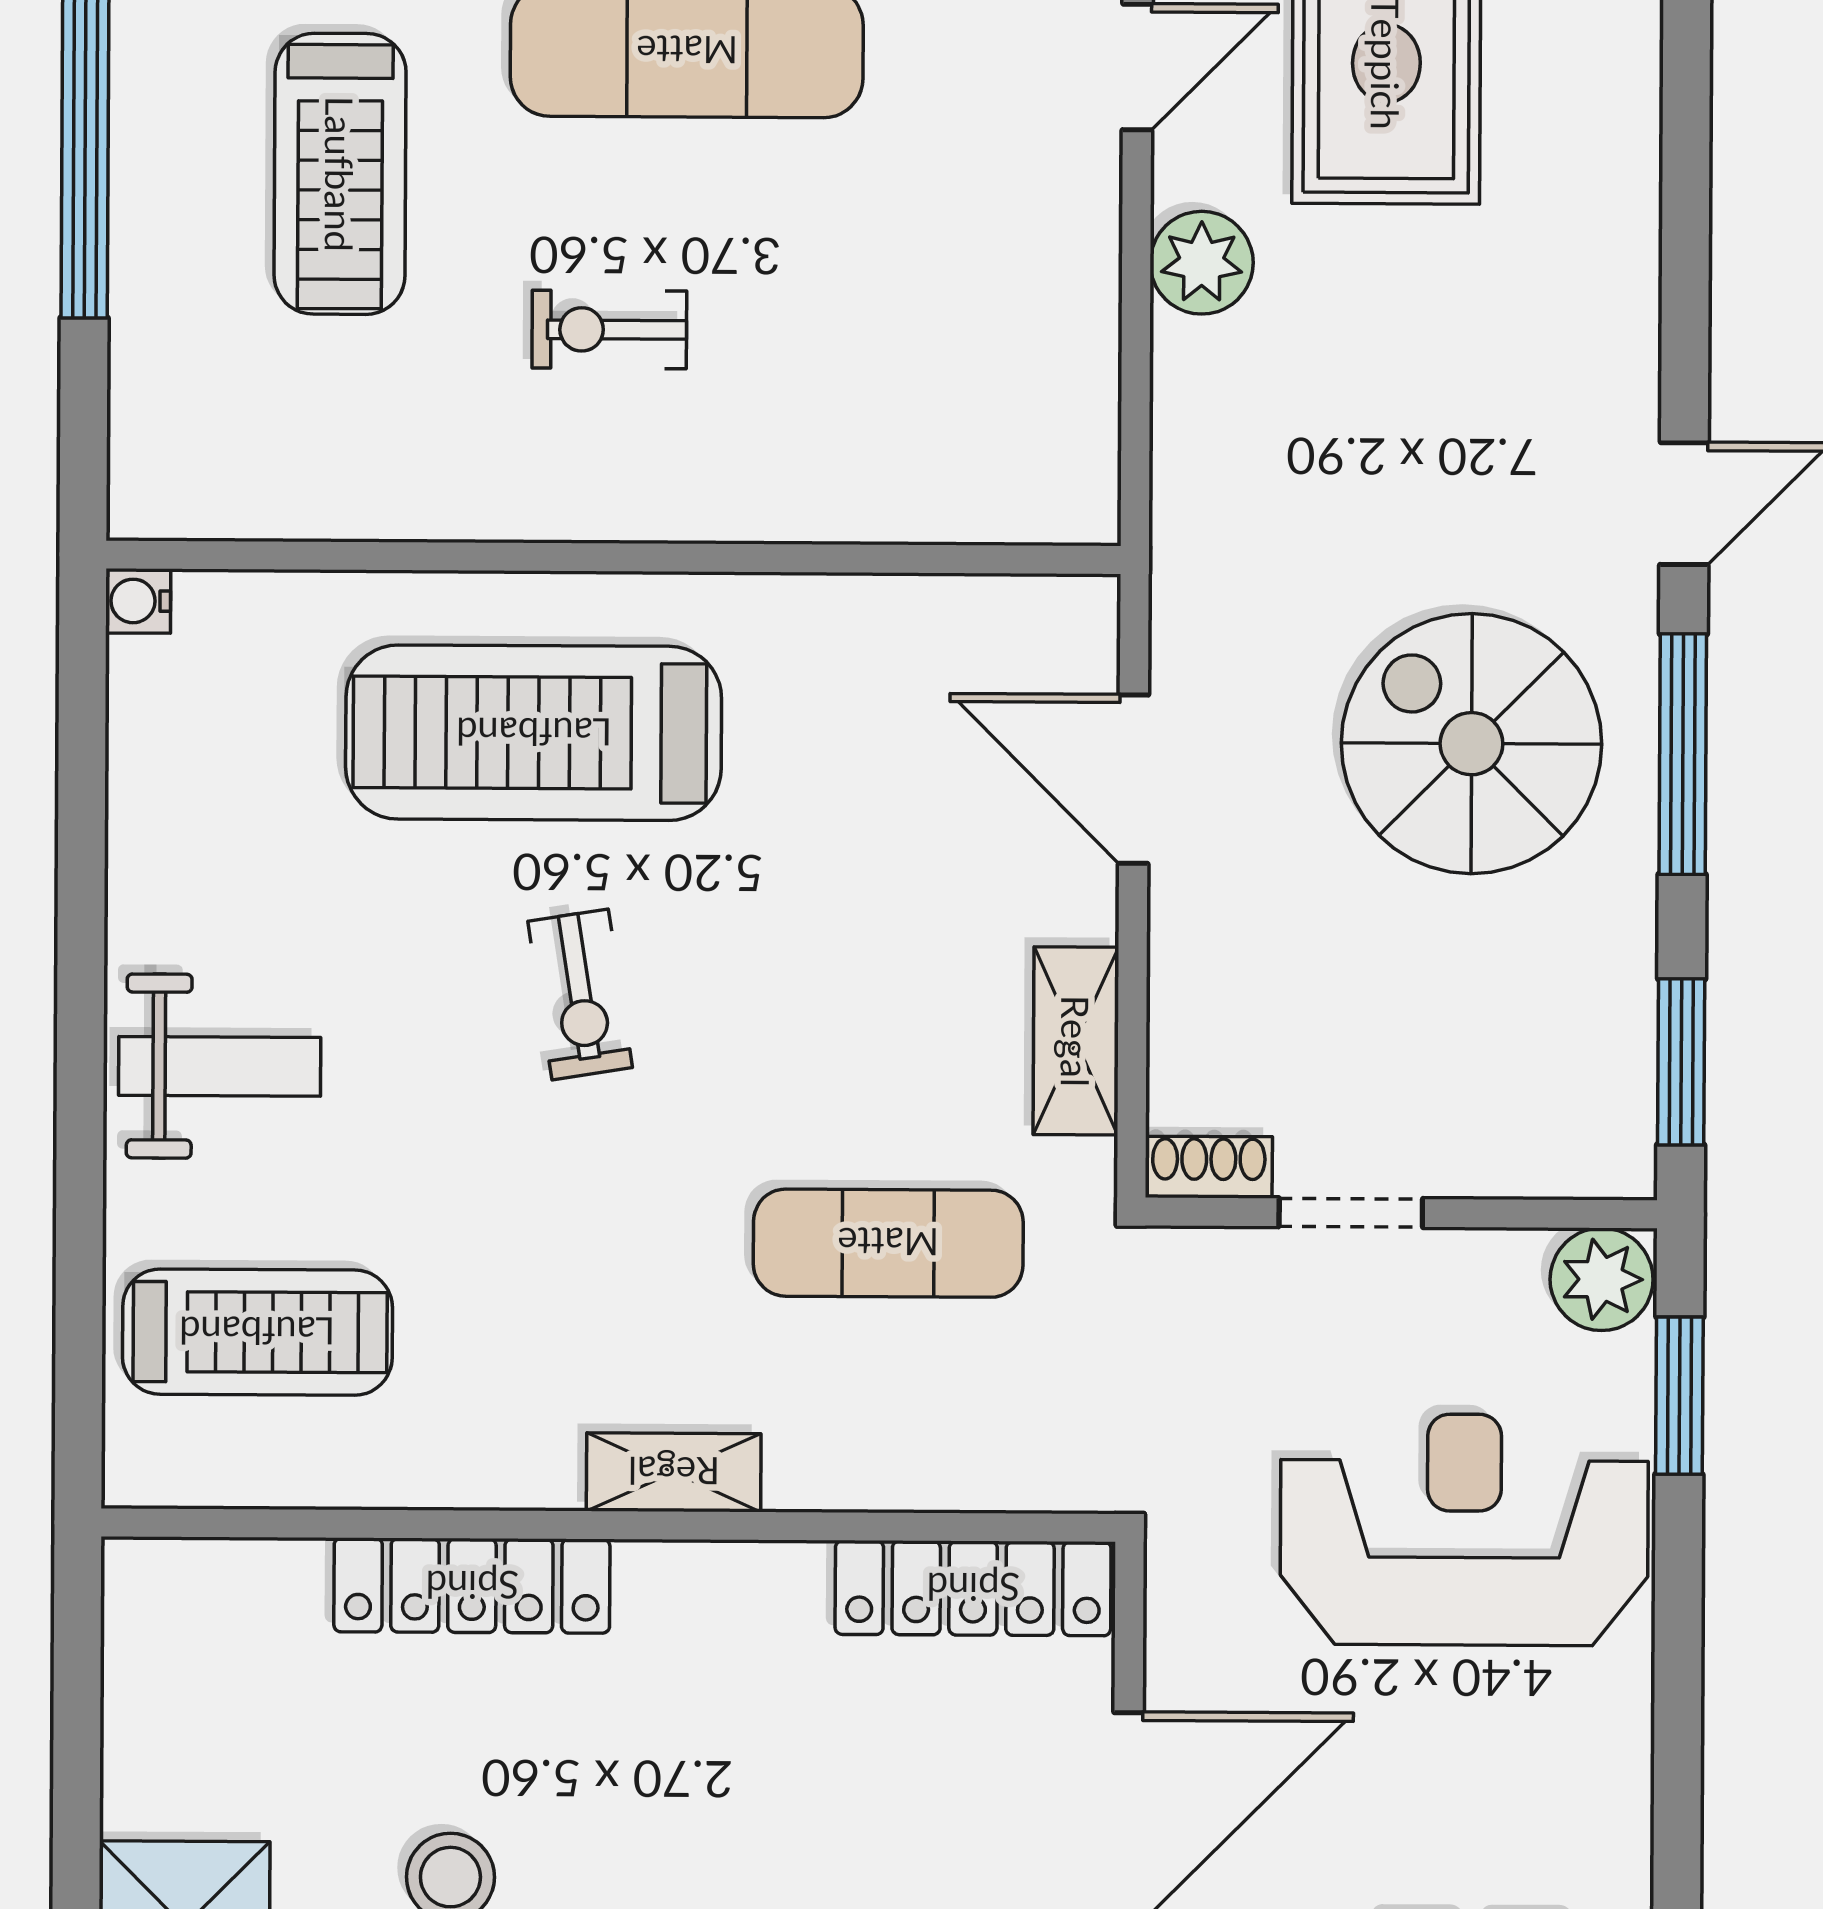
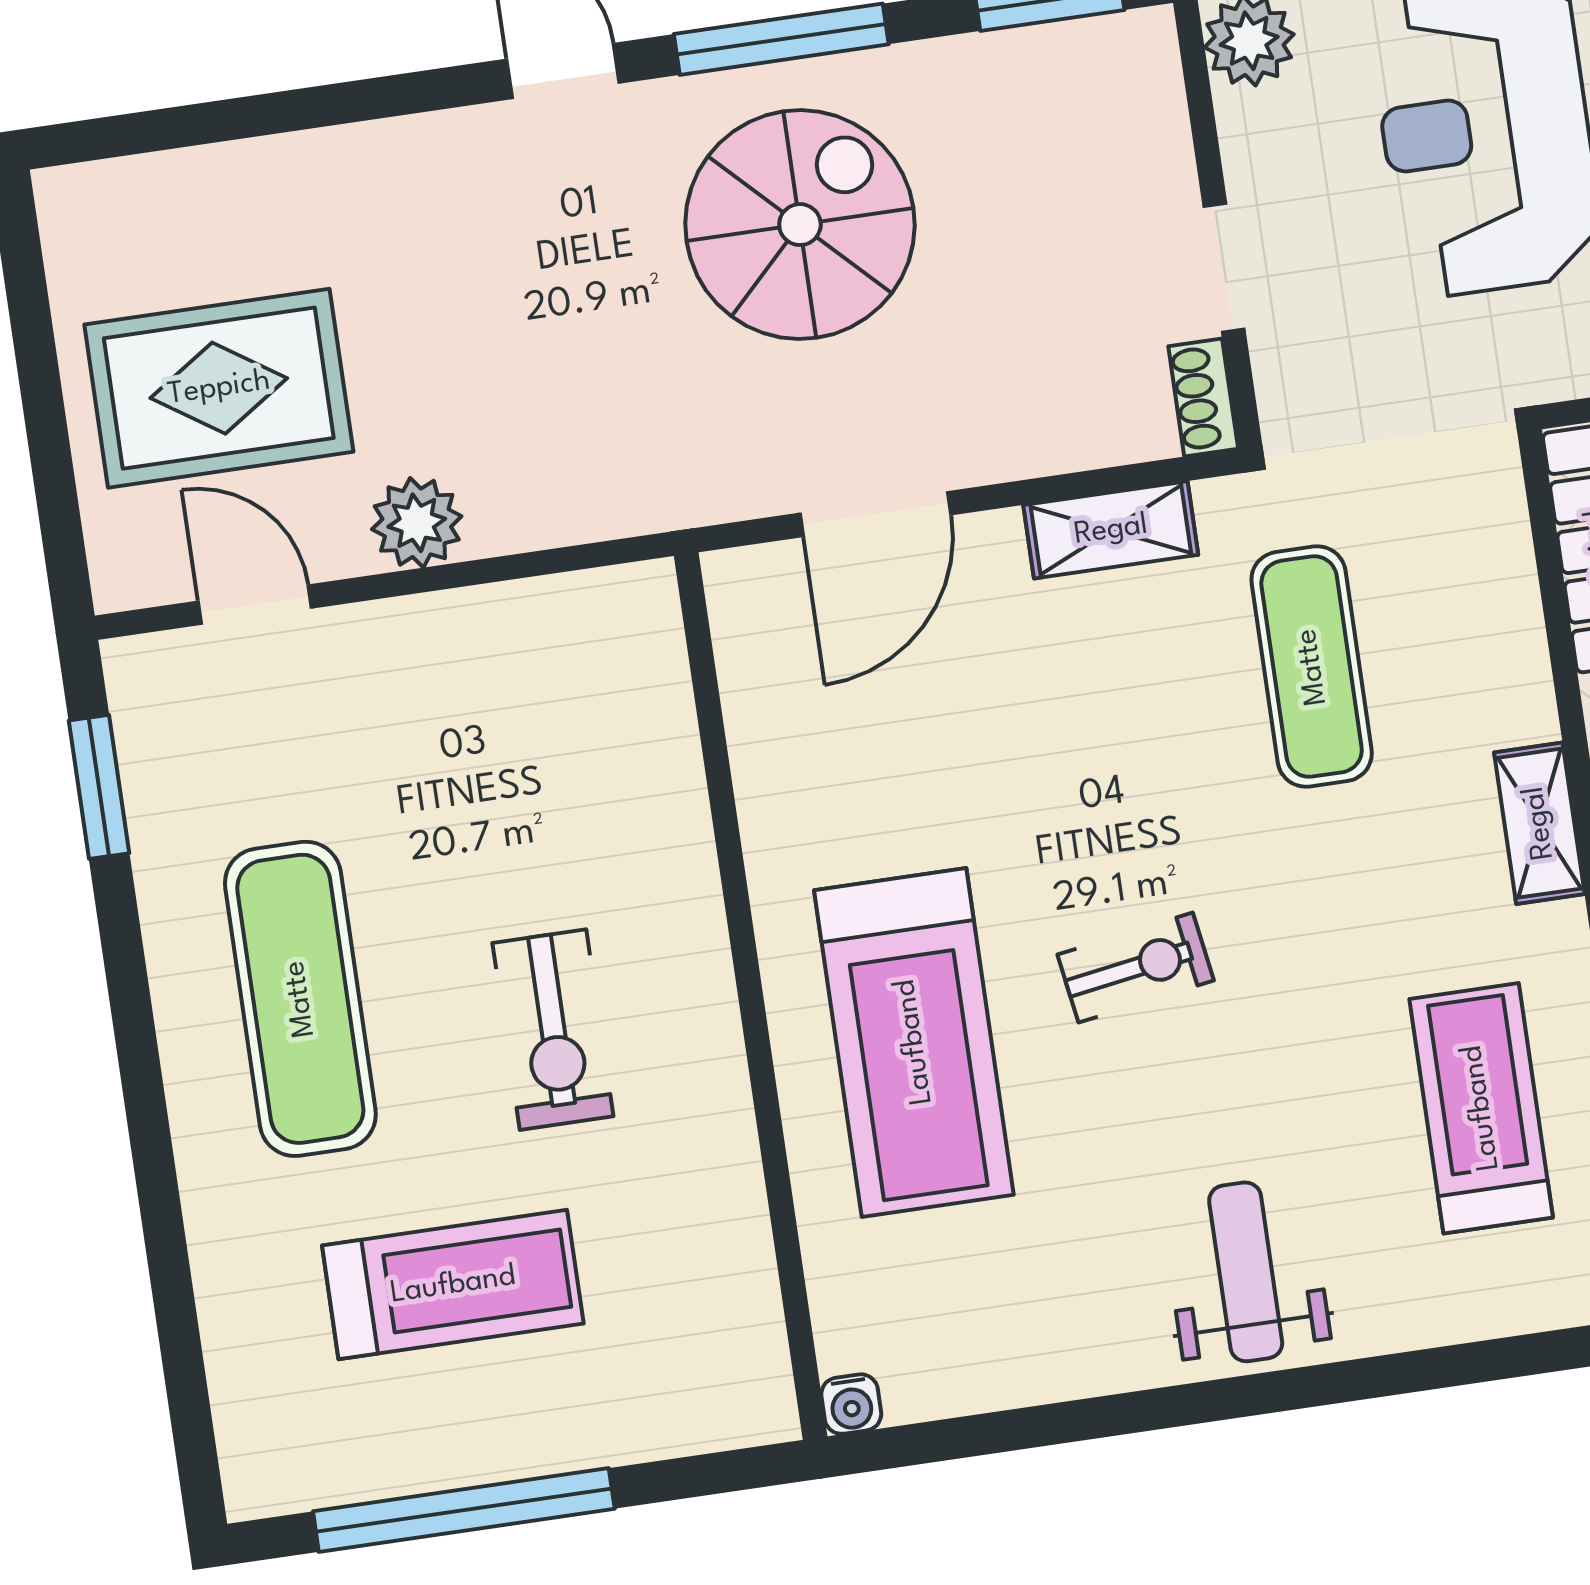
exercise bike: (609, 330) -> (553, 1030), width x1.38, depth x1.39
spiral stairs: (1471, 744) -> (800, 225), turned 180
treadmill: (257, 1332) -> (1481, 1108), moved

